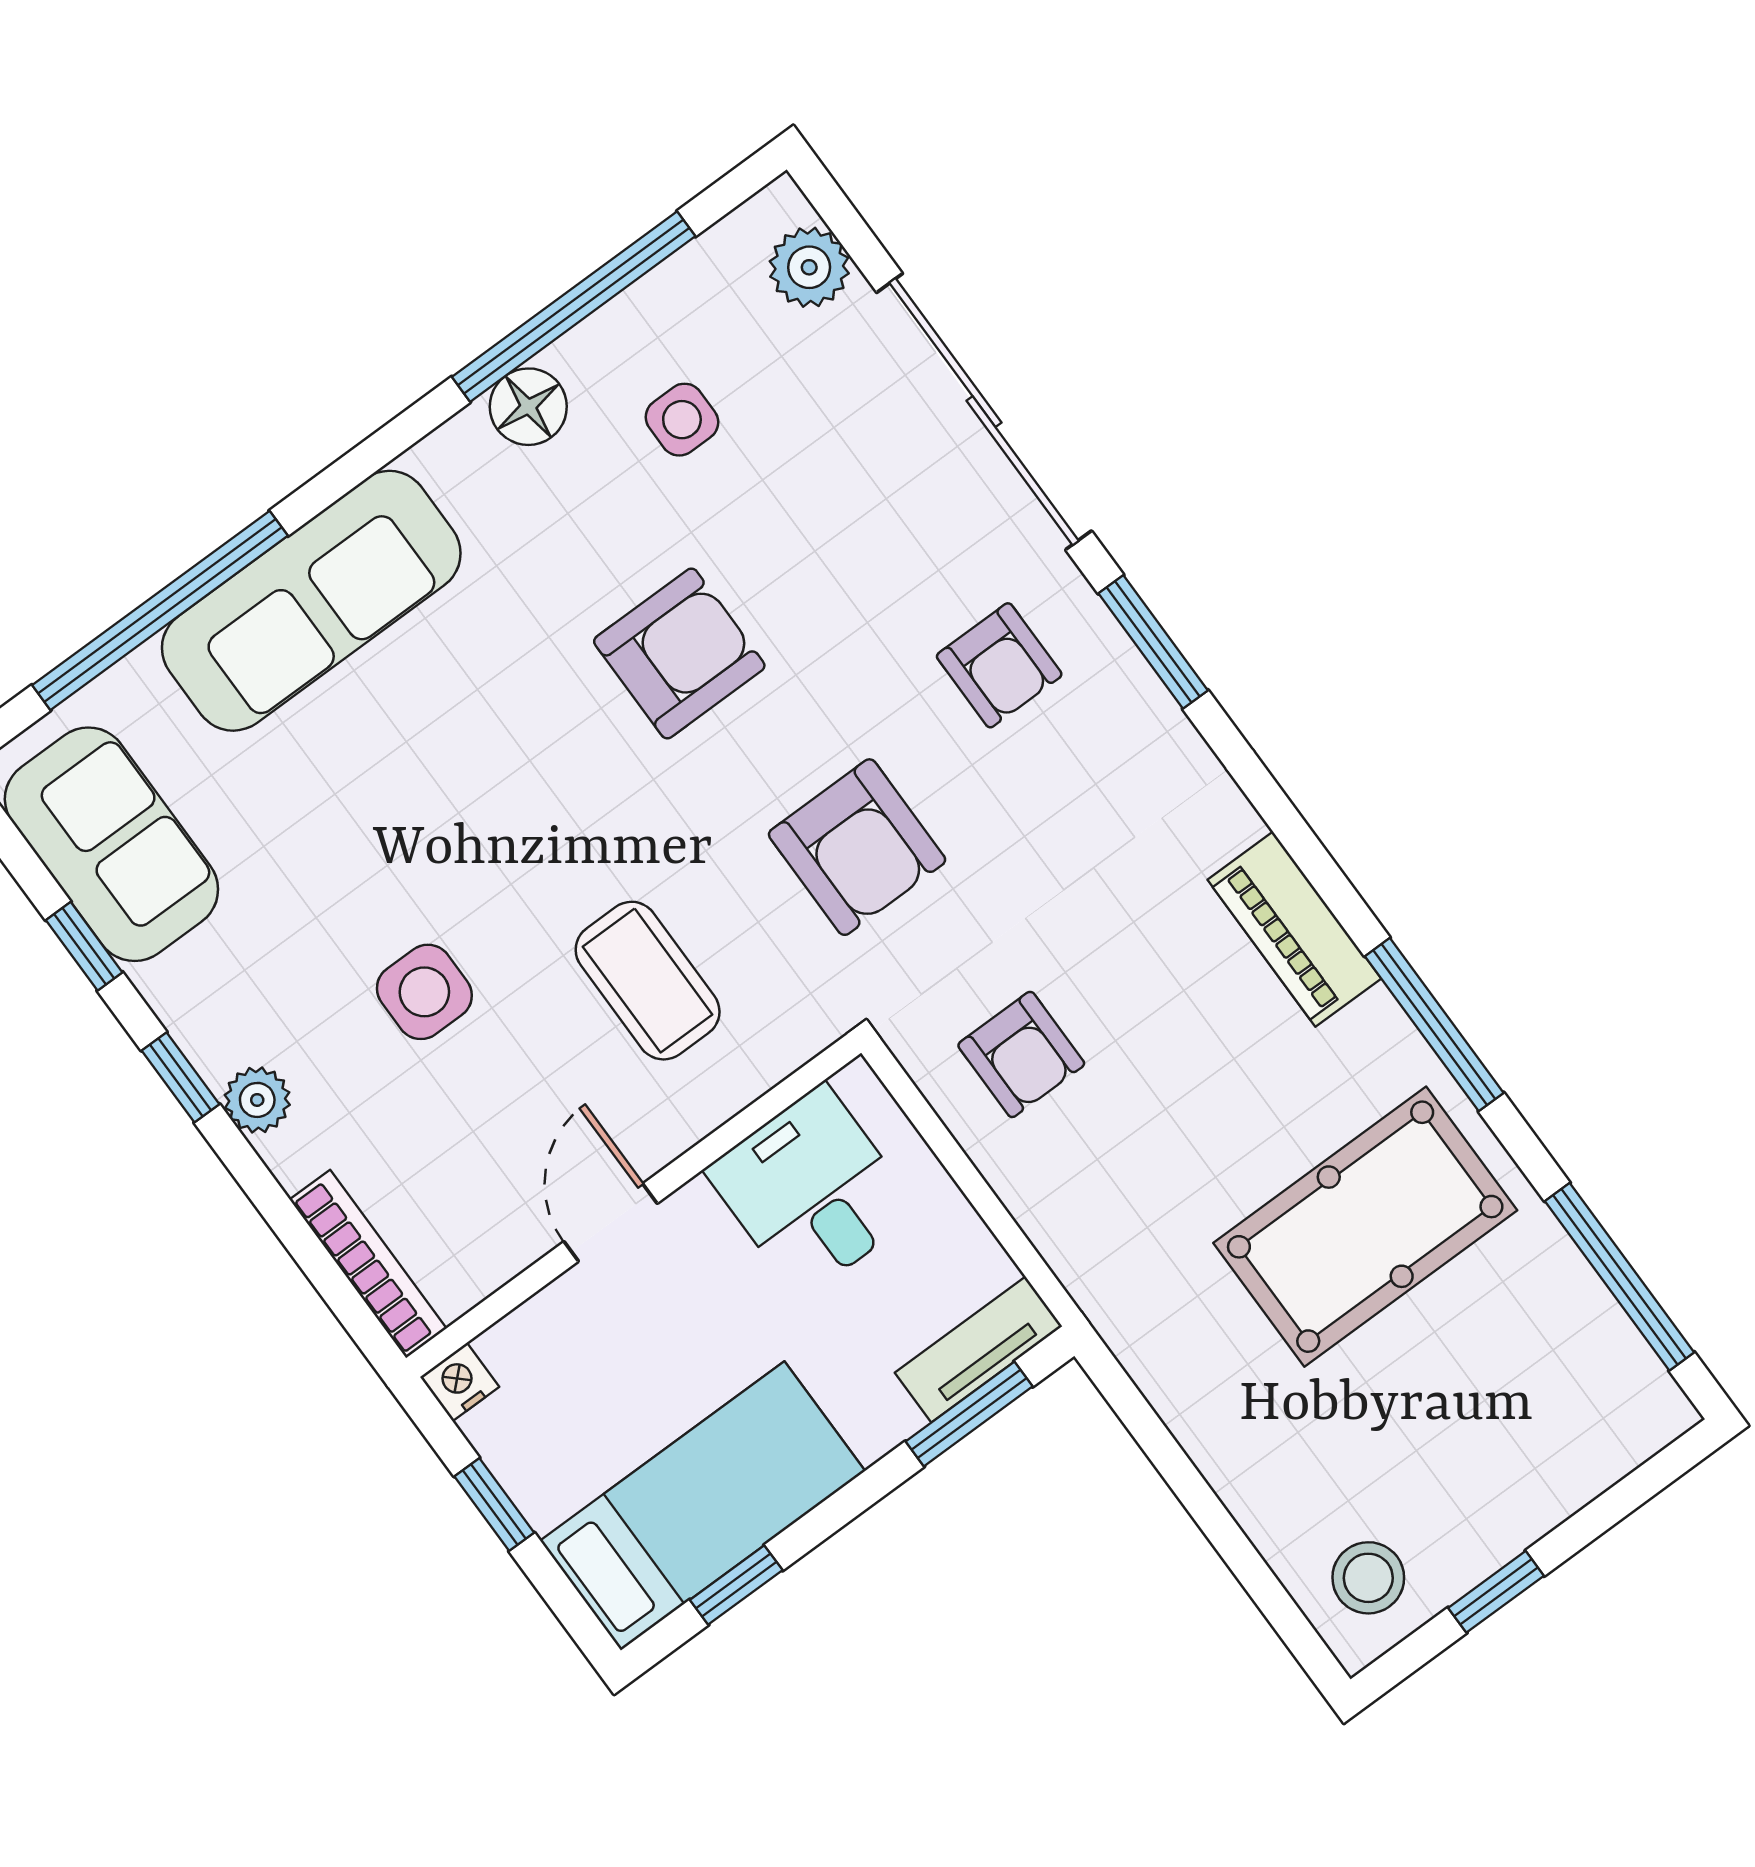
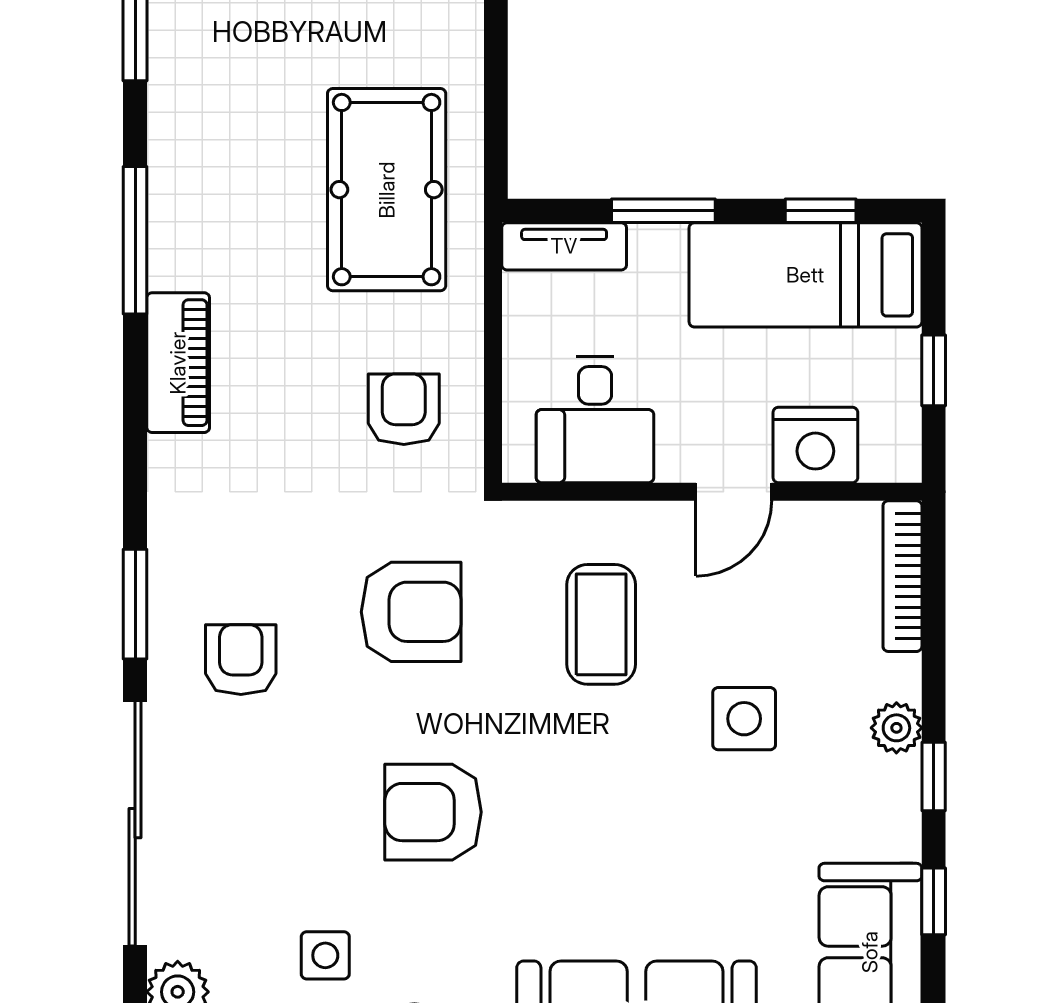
armchair: (857, 847) -> (411, 612), turned 90
pool table: (1365, 1227) -> (387, 190), moved, turned 90
nightstand: (460, 1382) -> (815, 445), moved, width x1.89, depth x1.79
window: (969, 1414) -> (663, 211), moved

